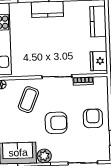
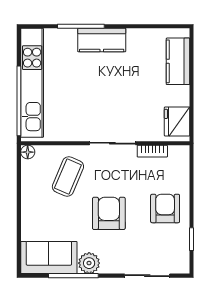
armchair: (56, 123) -> (109, 213), turned -90

